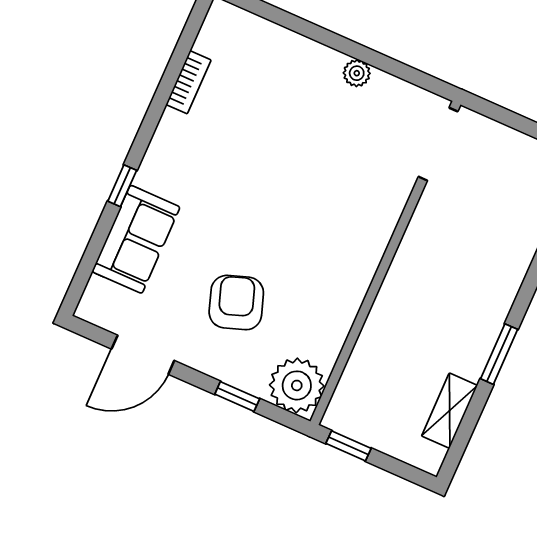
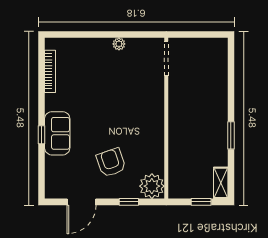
bookcase: (189, 82) -> (50, 71), width x1.56
sofa: (136, 239) -> (57, 133), moved
shelving: (450, 411) -> (221, 183), moved
window: (349, 446) -> (201, 202), moved

